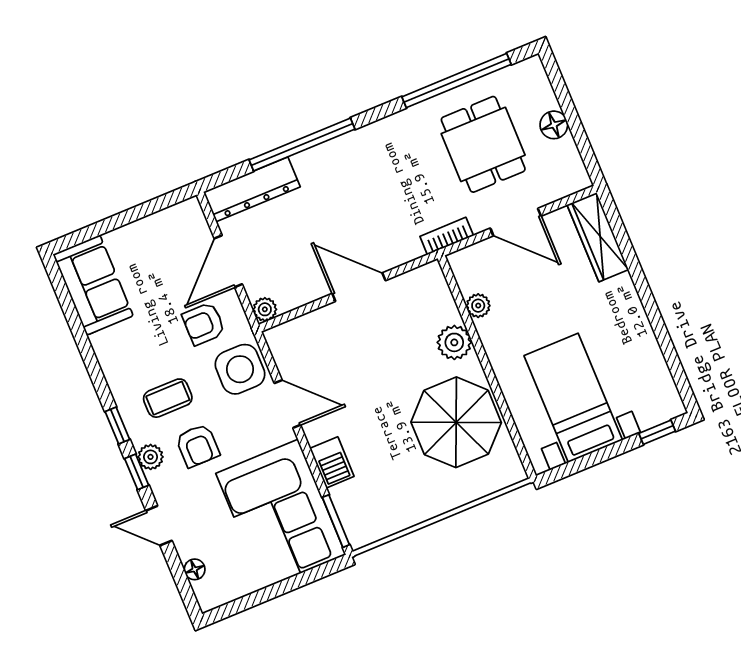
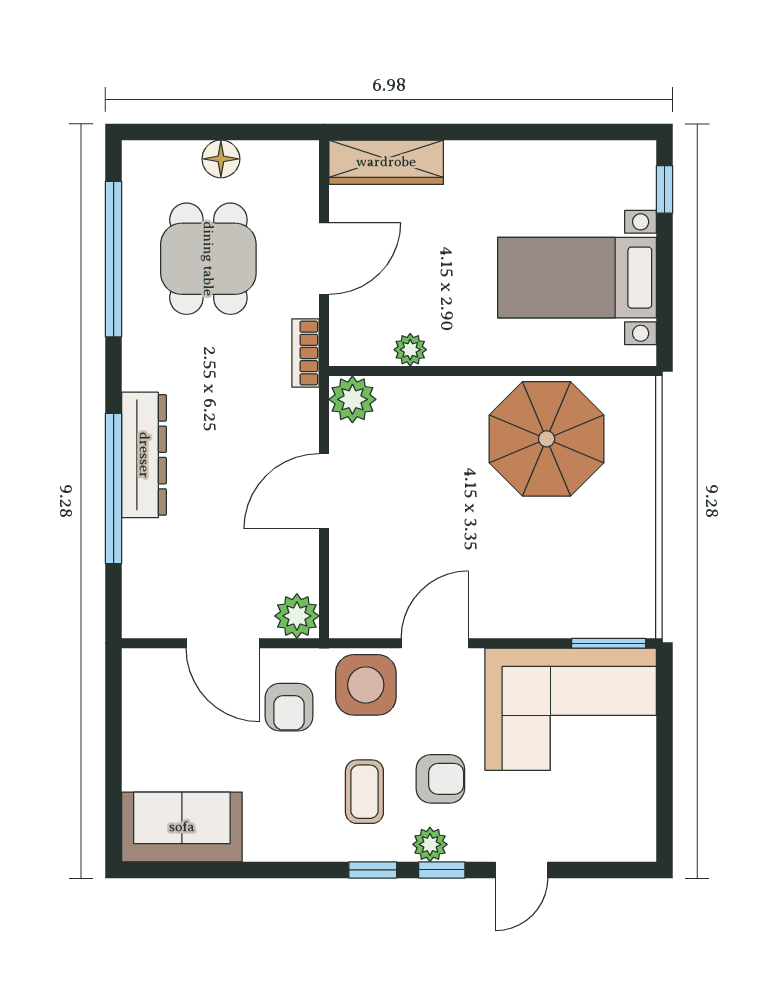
dining table: (483, 144) -> (208, 259), turned 90
dresser: (252, 189) -> (144, 455), moved
plant: (265, 309) -> (297, 616), width x1.38, depth x1.38
plant: (454, 342) -> (352, 399), moved
barbecue: (332, 462) -> (532, 617), removed
floor lamp: (195, 569) -> (596, 848), removed

